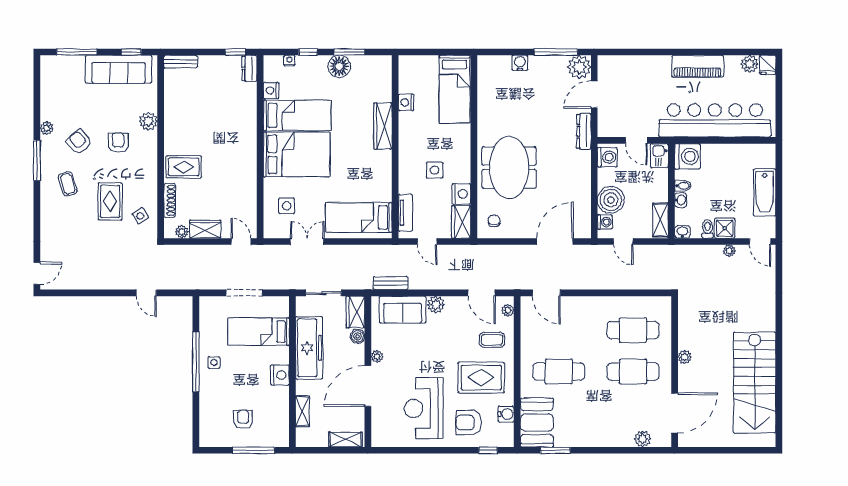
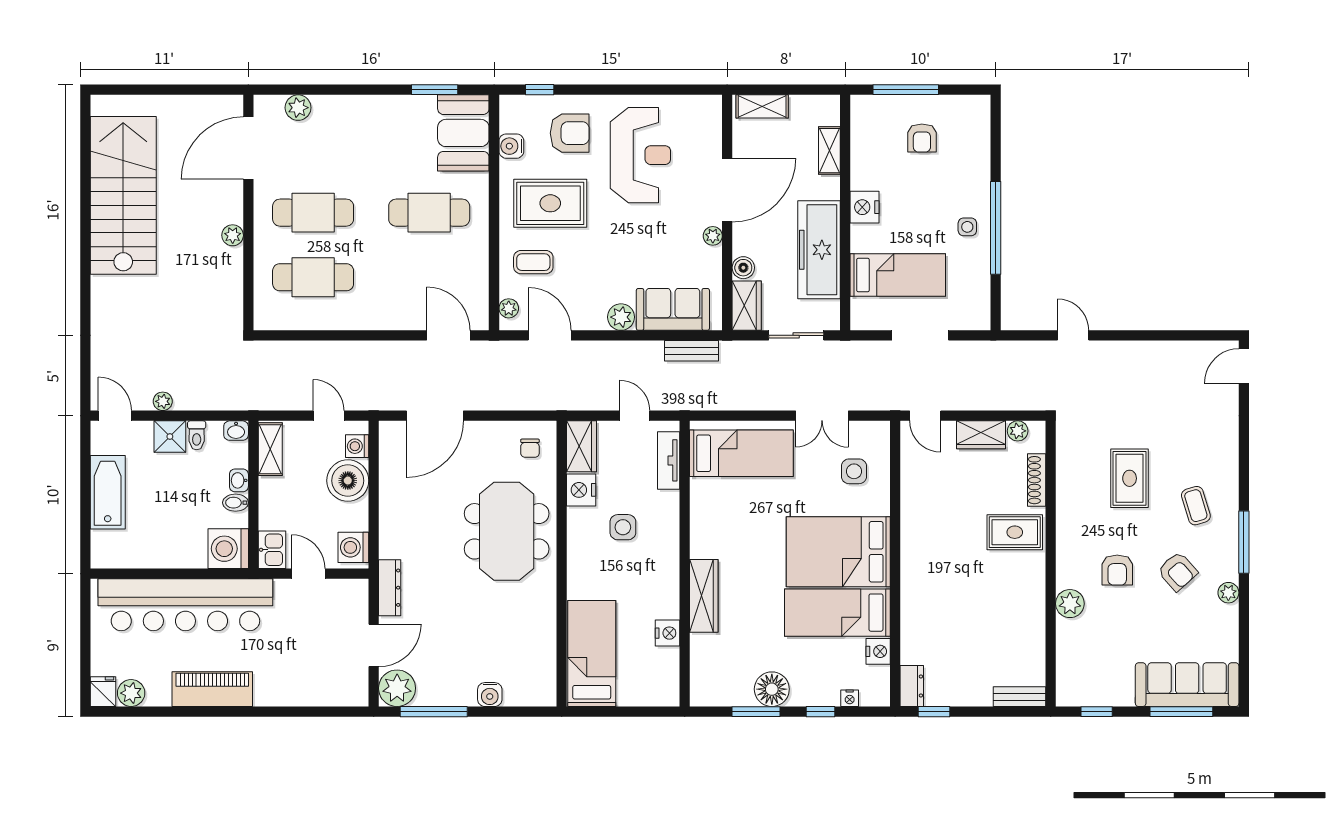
sofa: (119, 69) -> (1187, 685), moved
side table: (140, 216) -> (1082, 456), removed

